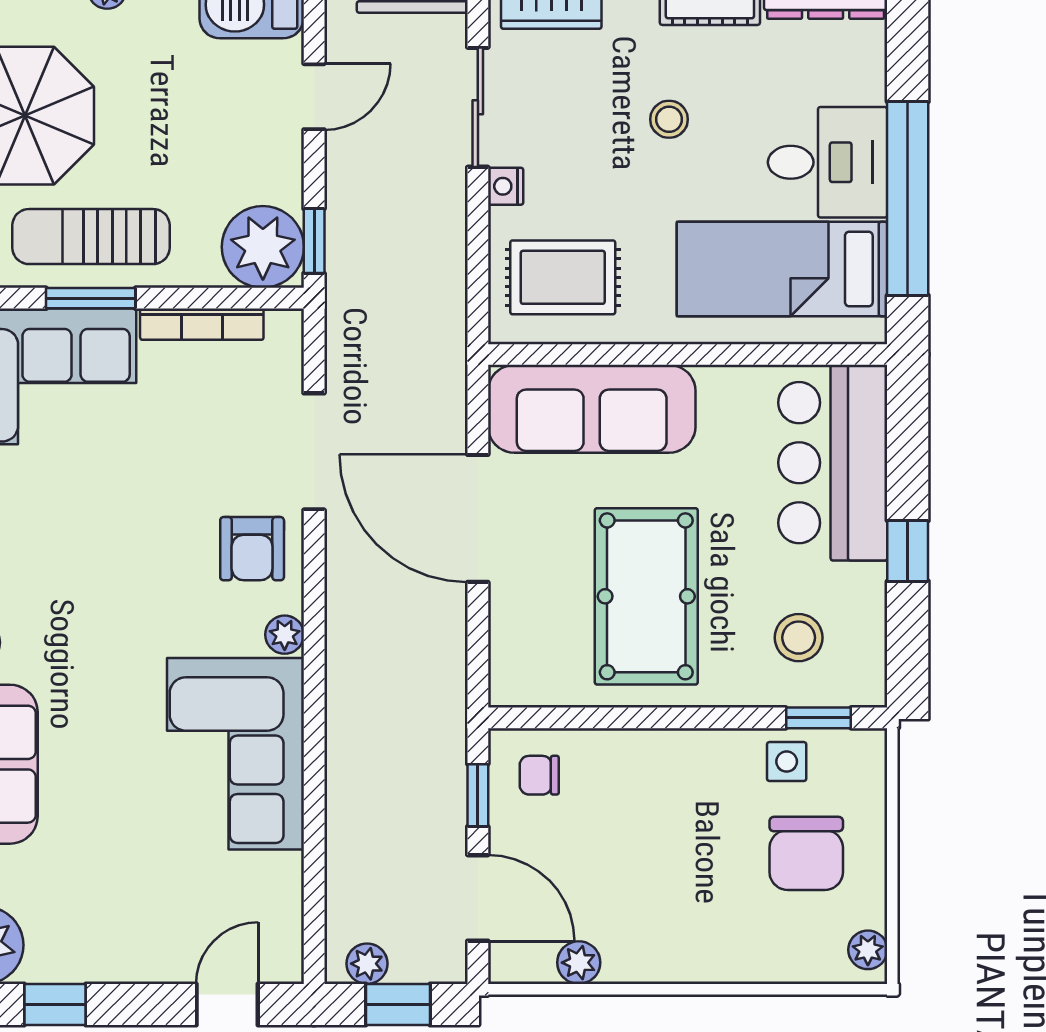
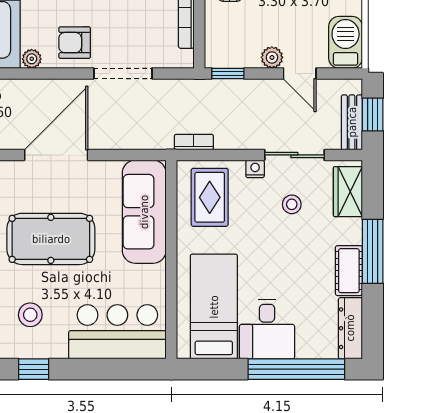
stool: (669, 119) -> (292, 204), moved
window: (908, 199) -> (296, 369), moved
plant: (263, 247) -> (272, 57), moved, width x0.53, depth x0.53
bookcase: (452, 309) -> (194, 142), added
door: (478, 518) -> (56, 155), moved
window: (908, 551) -> (34, 369), moved

